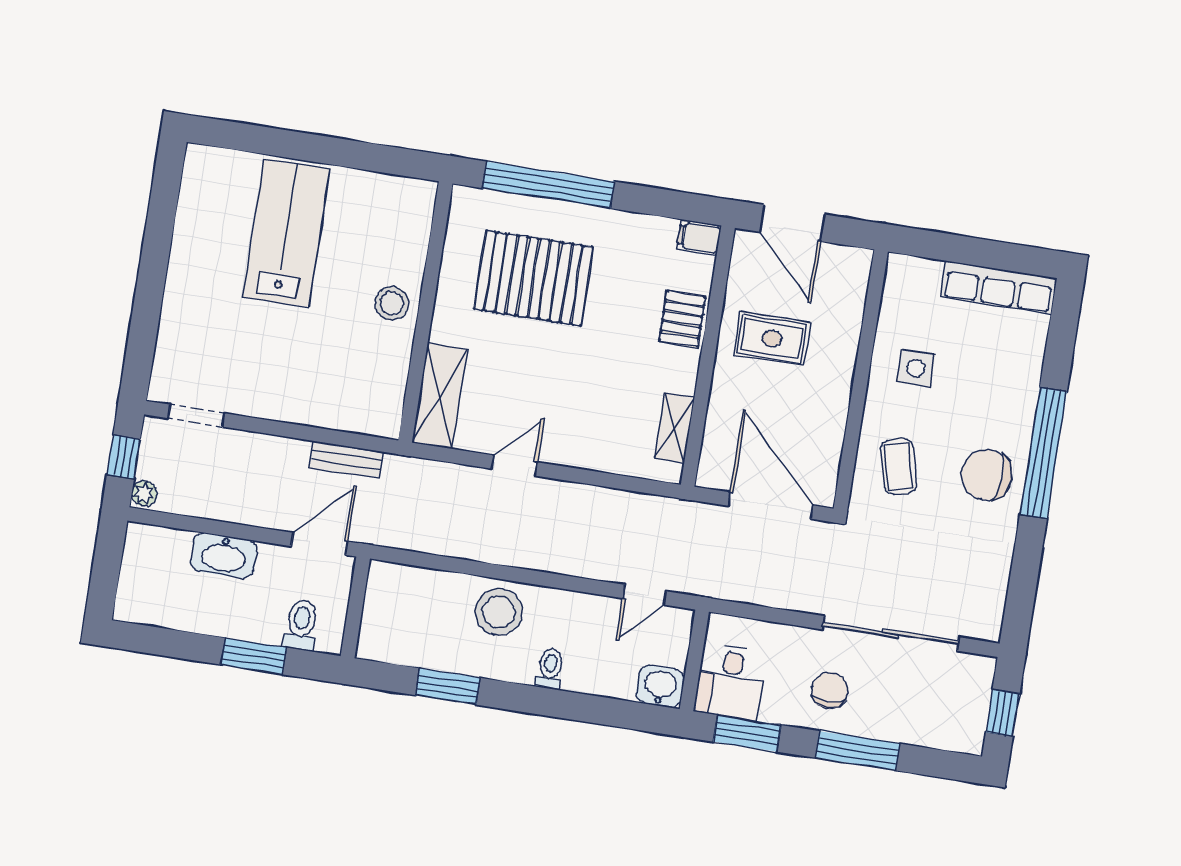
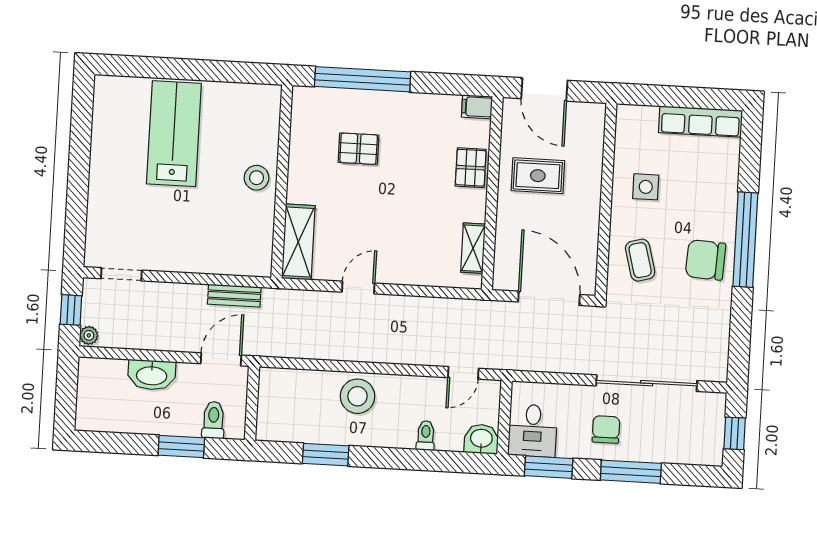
pallet: (533, 278) -> (359, 149), width x0.49, depth x0.50
toilet: (550, 669) -> (426, 436), moved

